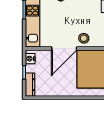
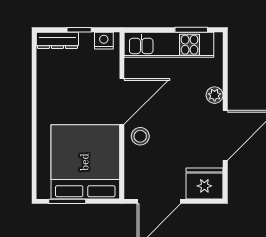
door: (64, 48) -> (122, 101), swing flipped

